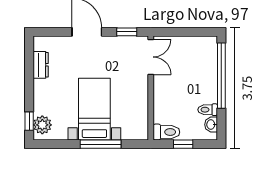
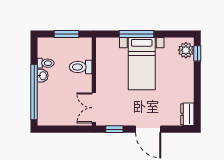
dresser: (41, 65) -> (187, 114), moved
washbasin: (211, 125) -> (43, 76), moved
toilet: (166, 132) -> (81, 67), moved
window: (183, 144) -> (66, 34), width x1.50

